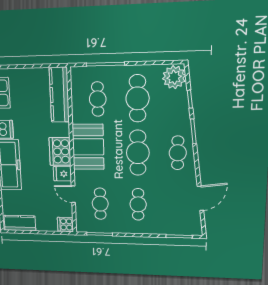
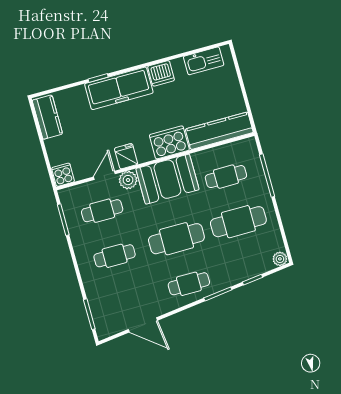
plant: (174, 77) -> (280, 259), width x0.53, depth x0.53
cooker: (60, 151) -> (169, 142), moved
plant: (81, 178) -> (128, 180), added

